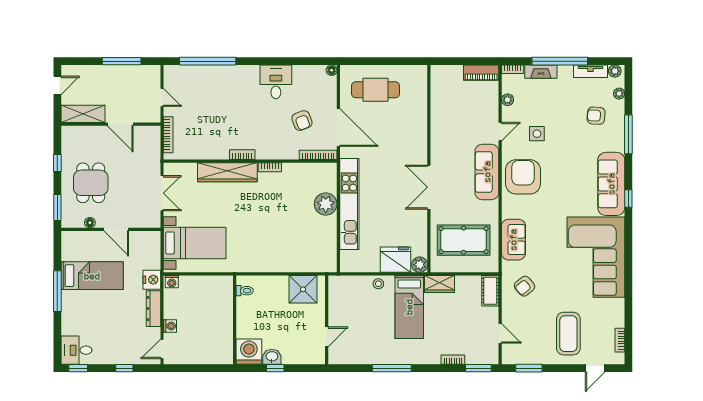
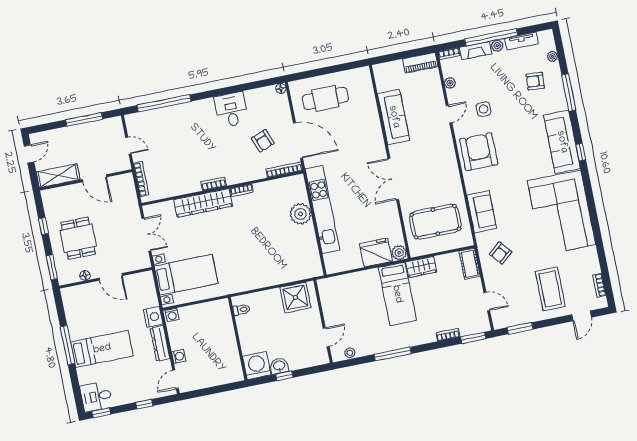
plant: (615, 71) -> (497, 46), moved
sofa: (487, 172) -> (394, 117), moved, turned 180
bed: (92, 276) -> (102, 349), moved
stool: (378, 284) -> (350, 353), moved

